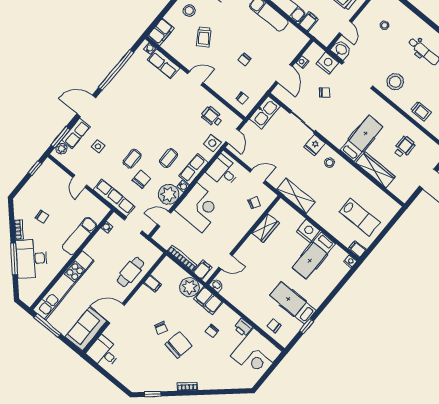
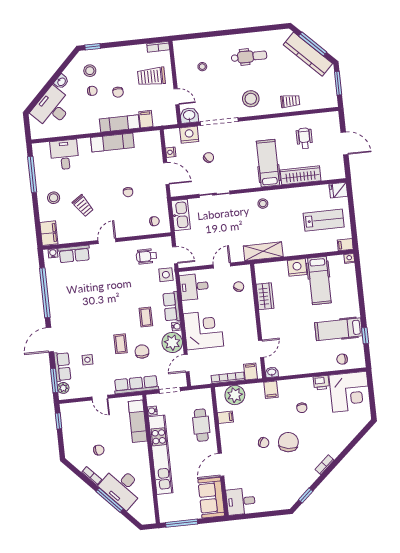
fridge: (314, 145) -> (338, 190), moved, turned 90
exam couch: (80, 236) -> (138, 421), moved
kitchen unit: (63, 285) -> (161, 455), moved
plant: (190, 287) -> (235, 395), moved
filing cabinet: (208, 301) -> (271, 390), width x0.50

